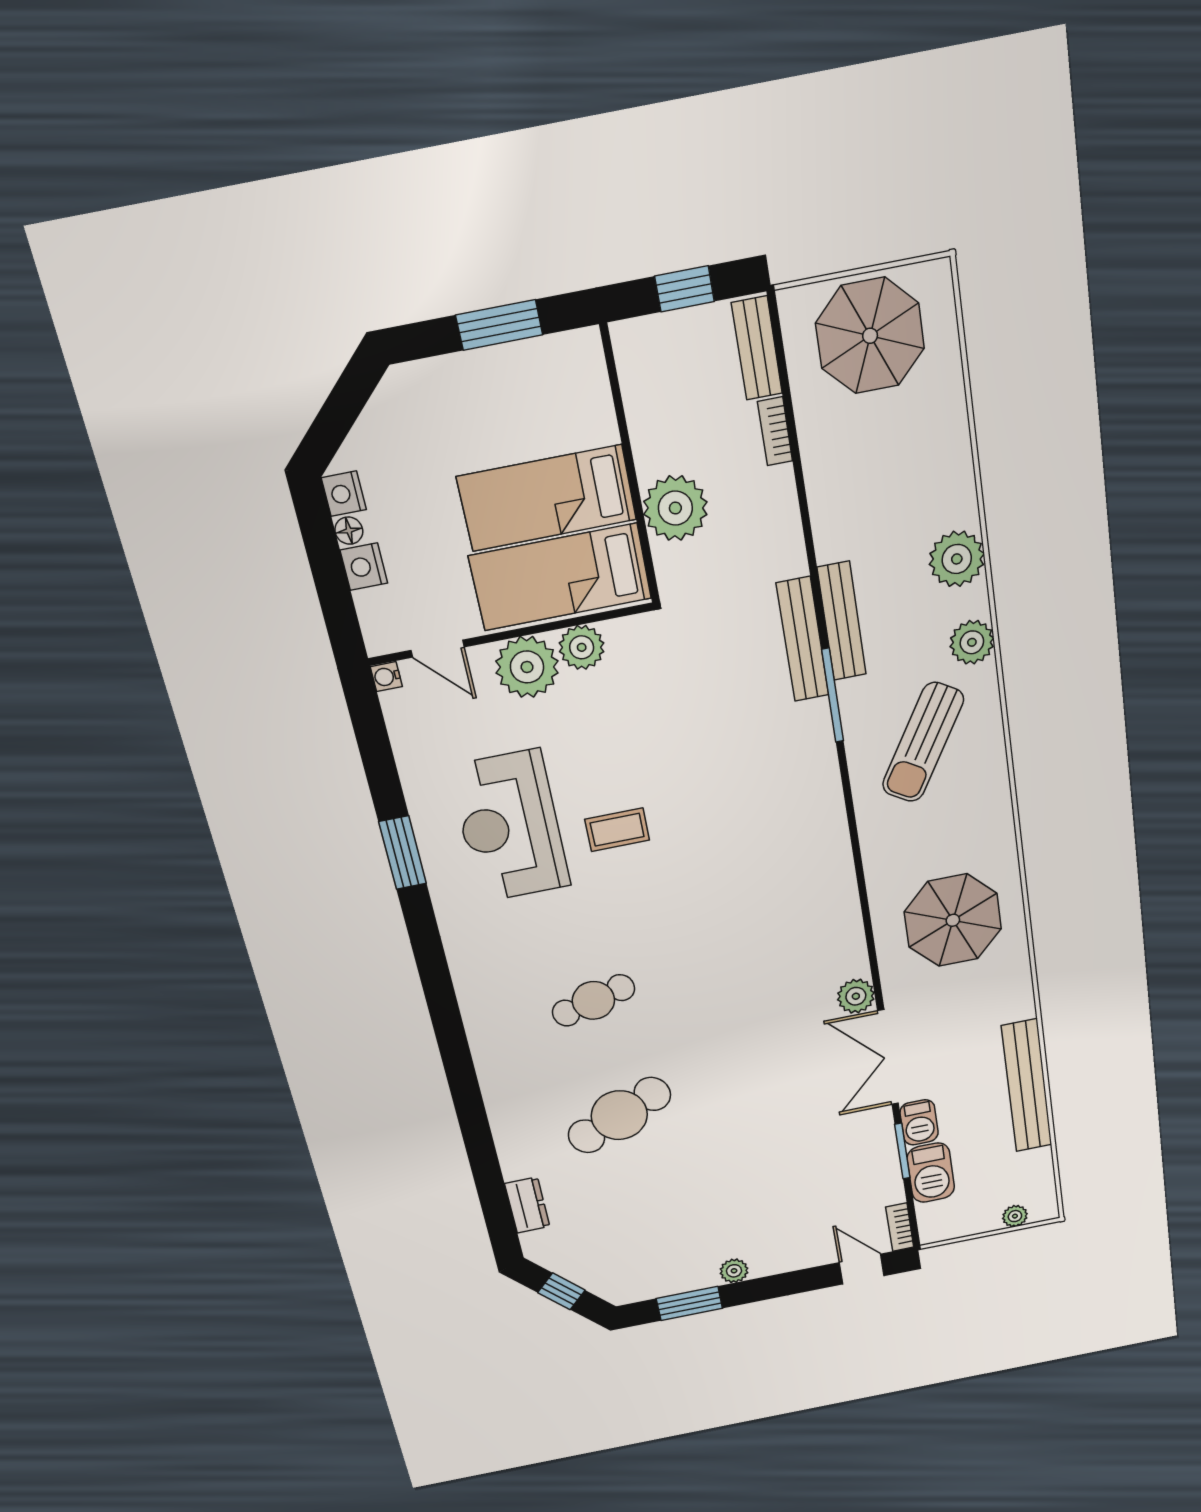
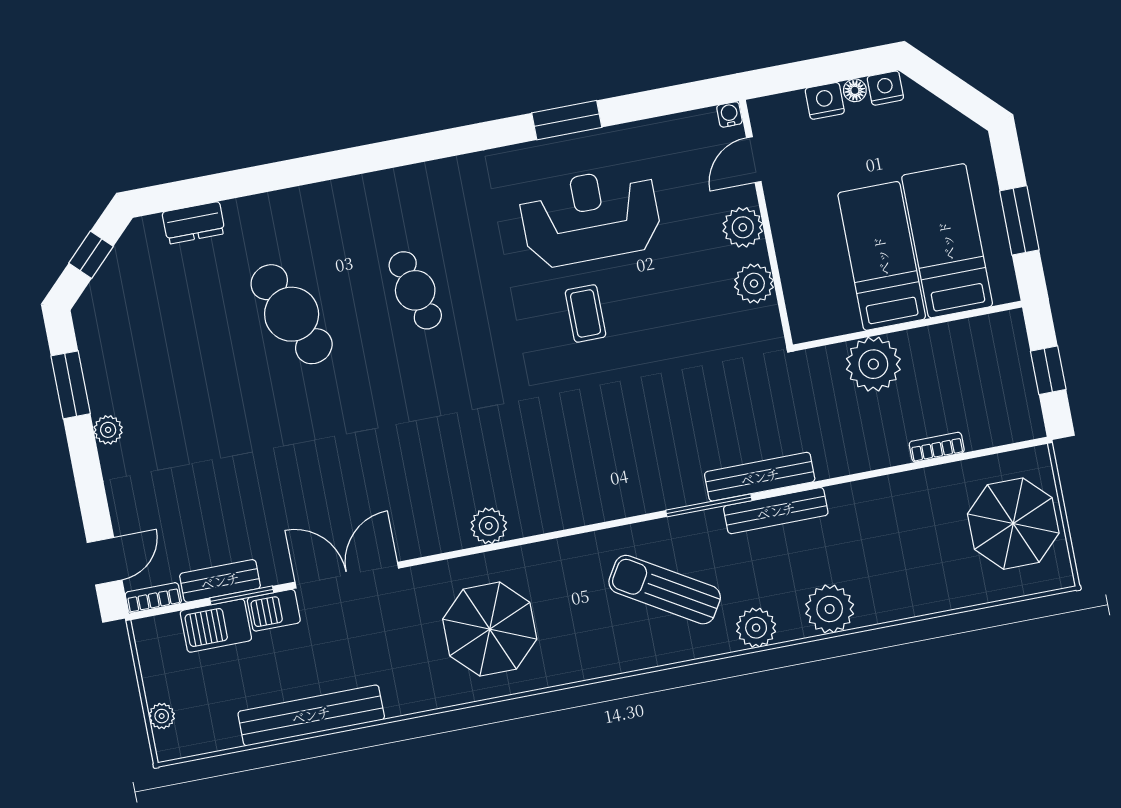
bench: (757, 348) -> (220, 581), moved
bed: (560, 577) -> (947, 241), moved
plant: (527, 667) -> (743, 227), width x0.73, depth x0.73
plant: (856, 996) -> (489, 526), moved

